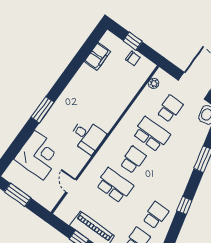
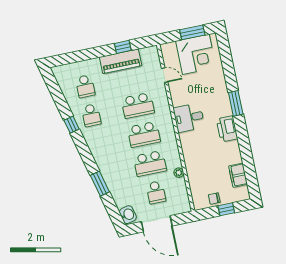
plant: (154, 83) -> (179, 173), moved
printer: (69, 98) -> (227, 129), added
corner desk: (39, 155) -> (196, 54), moved, turned -90
school desk: (133, 160) -> (144, 134), width x1.85
window: (184, 206) -> (72, 125), moved

